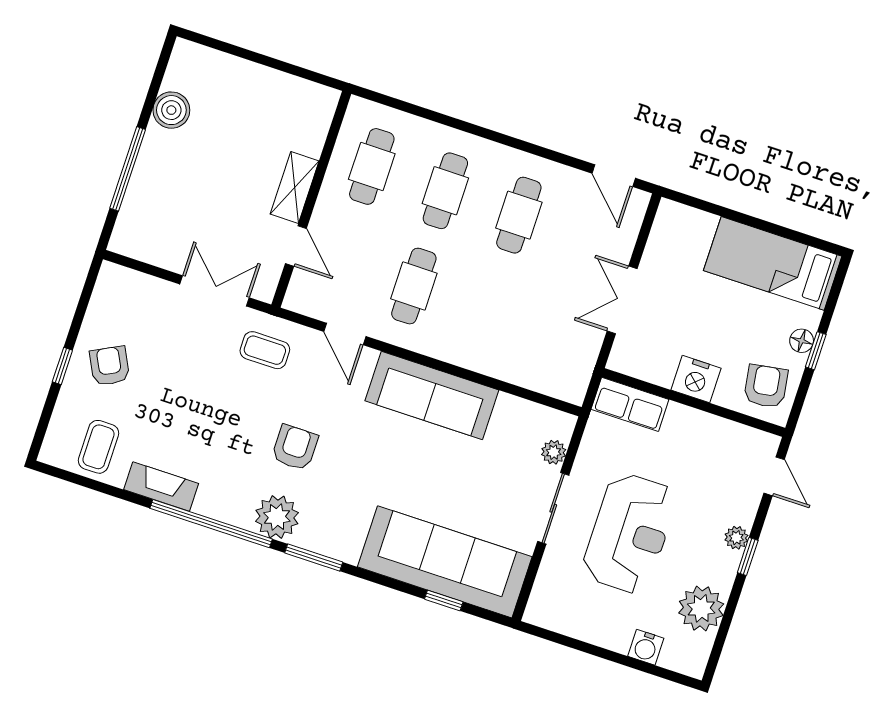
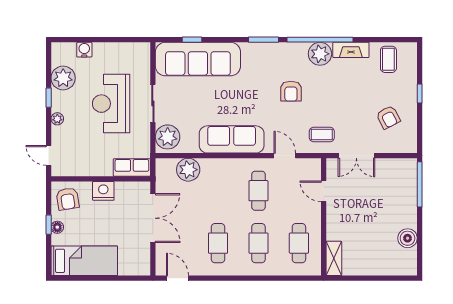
window: (128, 169) -> (420, 184), moved
shelving: (295, 187) -> (334, 258), moved
double door: (622, 300) -> (153, 218), width x1.37
armchair: (109, 366) -> (388, 117), moved
plant: (529, 367) -> (188, 170), added
plant: (554, 452) -> (168, 137), width x1.88, depth x1.88
plant: (277, 517) -> (320, 54), moved
window: (748, 556) -> (49, 98), moved

